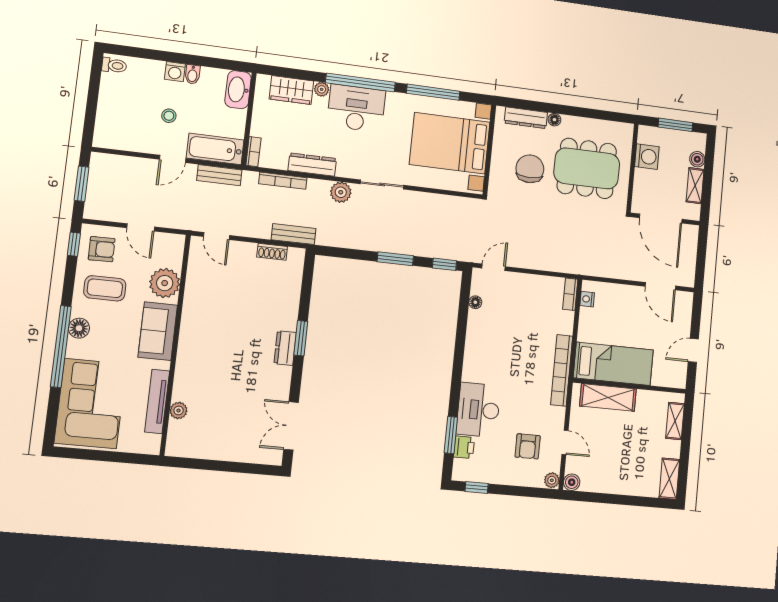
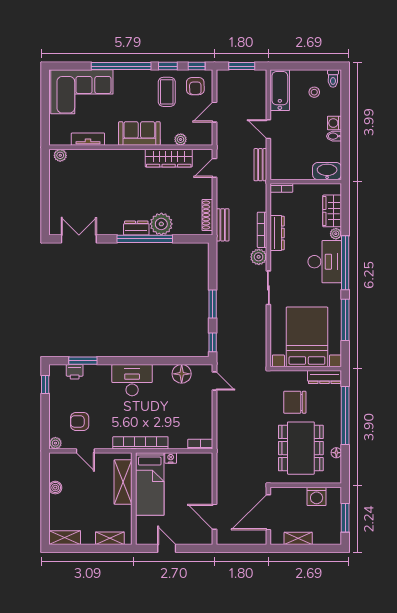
window: (552, 108) -> (345, 416), added
stool: (169, 116) -> (314, 92), moved
dresser: (526, 118) -> (324, 377), moved, turned -90
floor lamp: (554, 120) -> (336, 453), moved
bathtub: (215, 149) -> (280, 90), moved
boiler: (697, 159) -> (320, 538), removed
chair: (530, 169) -> (295, 402), turned 180
bookcase: (283, 181) -> (262, 230), moved
shoe rack: (272, 252) -> (207, 215), width x1.43
window: (69, 283) -> (168, 66), added
plant: (165, 283) -> (181, 139), width x0.53, depth x0.53
door: (660, 286) -> (215, 517), hinge flipped
wardrobe: (196, 295) -> (169, 158), added
nightstand: (587, 299) -> (171, 458), moved
floor lamp: (475, 302) -> (182, 374), width x1.89, depth x1.89
plant: (283, 314) -> (161, 224), added
floor lamp: (79, 328) -> (136, 77), removed
window: (301, 338) -> (145, 239), width x2.11
tv unit: (157, 401) -> (88, 139), width x0.71
desk: (478, 410) -> (132, 380), moved
plant: (179, 411) -> (60, 155), moved
door: (565, 442) -> (85, 451), hinge flipped
boiler: (572, 482) -> (55, 488), moved

